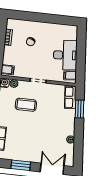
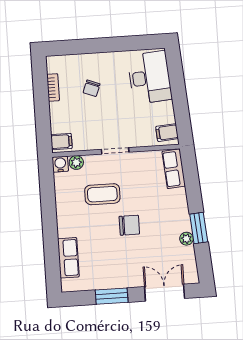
desk: (65, 55) -> (150, 77), moved
window: (79, 109) -> (199, 228), moved
chair: (38, 126) -> (129, 225), added

